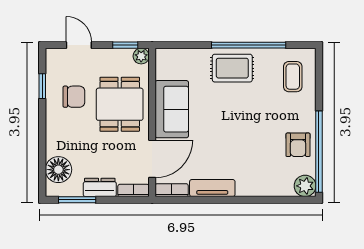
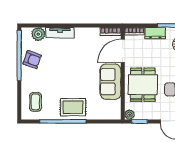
armchair: (298, 145) -> (32, 60), turned 109
plant: (305, 186) -> (38, 34), moved
tv unit: (212, 188) -> (60, 33), moved

